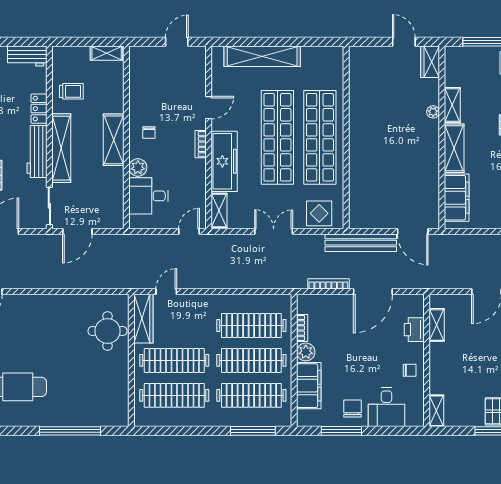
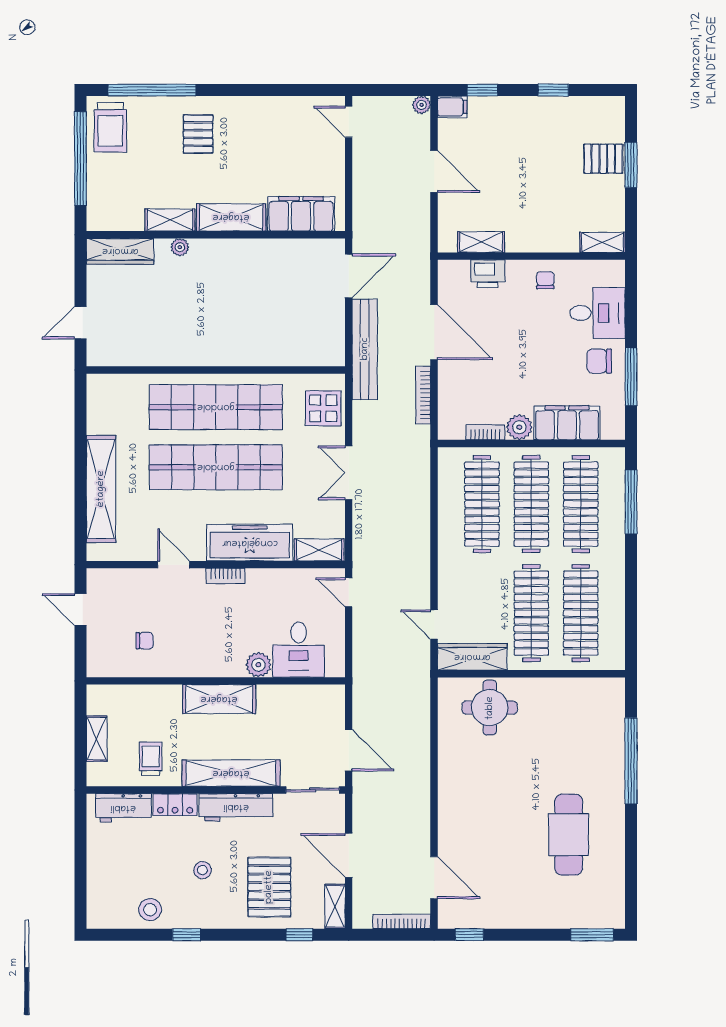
door: (404, 42) -> (80, 323), moved
shelving: (107, 53) -> (97, 739), moved
workbench: (27, 56) -> (123, 808), moved, turned 90
wardrobe: (430, 62) -> (120, 251), width x1.50
chair: (149, 132) -> (145, 641), moved

